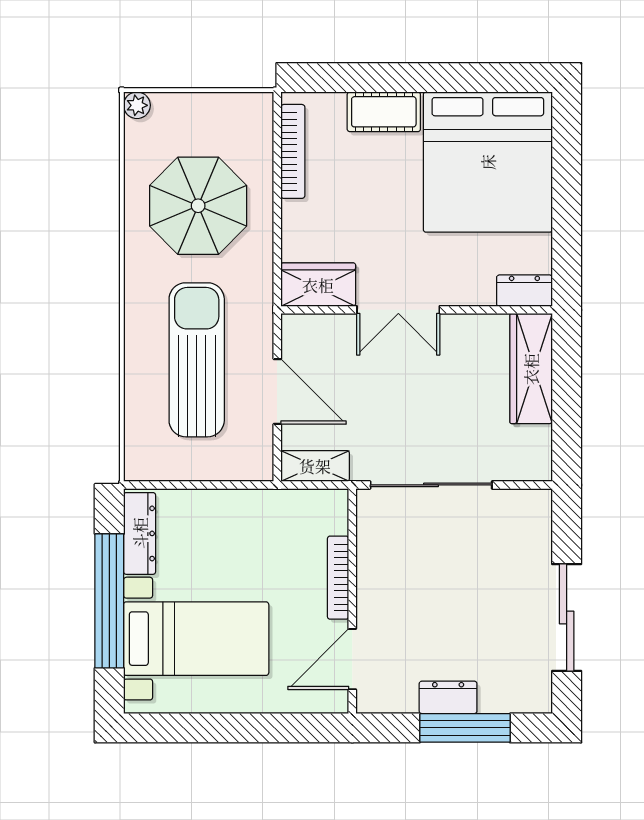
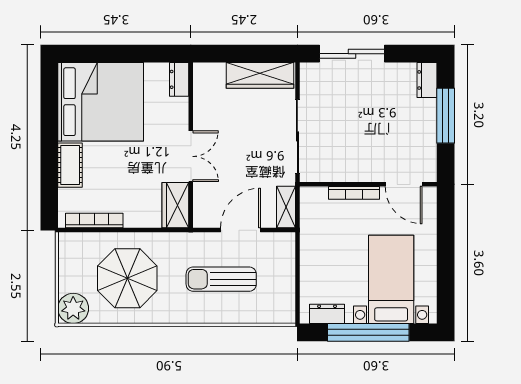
plant: (137, 105) -> (73, 308), width x1.88, depth x1.88
sun lounger: (197, 360) -> (221, 279), width x0.73, depth x0.75
wardrobe: (531, 369) -> (260, 75), moved
dresser: (140, 533) -> (327, 314), width x0.70
sliding door: (567, 618) -> (352, 54), moved
dresser: (448, 697) -> (427, 80), moved

